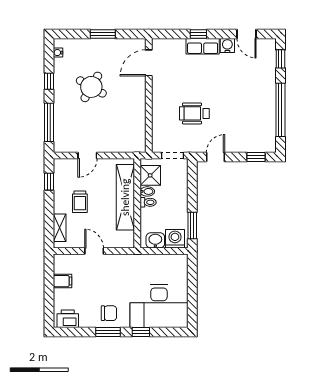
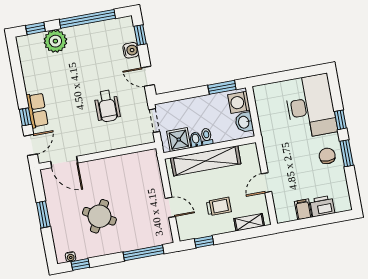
door: (246, 34) -> (31, 145), moved
water cooler: (227, 46) -> (131, 50), moved, turned 180
plant: (265, 76) -> (55, 41), added
window: (49, 81) -> (80, 264), moved
printer: (68, 319) -> (322, 206), moved, turned 90

